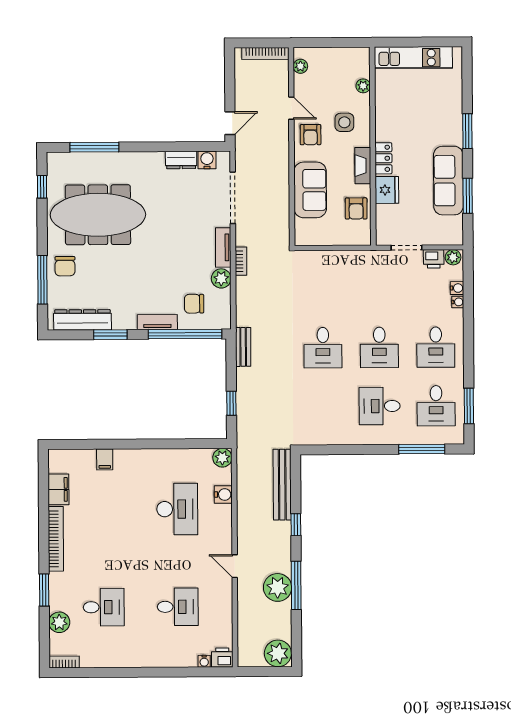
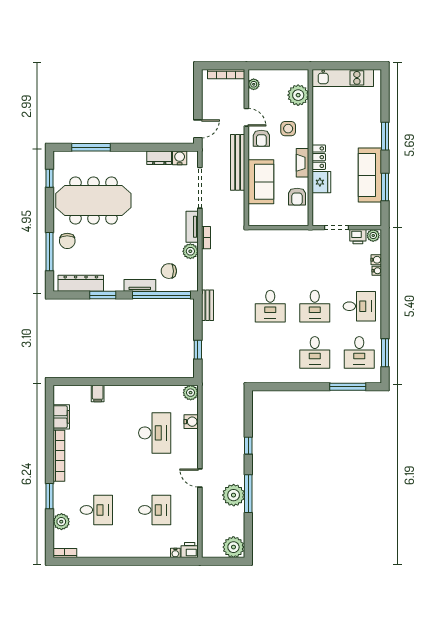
plant: (363, 86) -> (298, 95), width x1.88, depth x1.88
desk: (436, 347) -> (359, 306), turned -90
desk: (380, 406) -> (315, 352), turned -90
bench: (282, 485) -> (238, 162), moved

